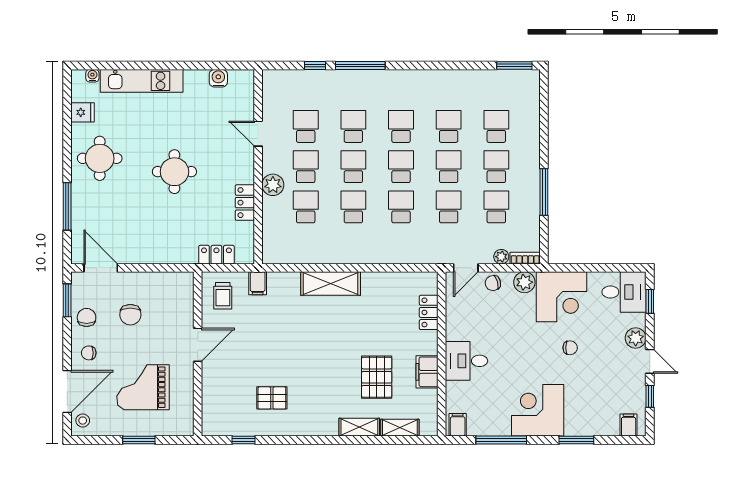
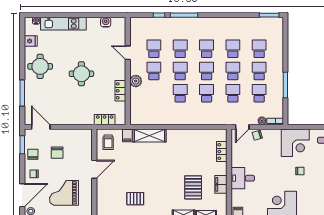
school desk: (306, 207) -> (154, 93), removed
plant: (524, 282) -> (275, 135), removed
shelving: (331, 284) -> (149, 136), moved

